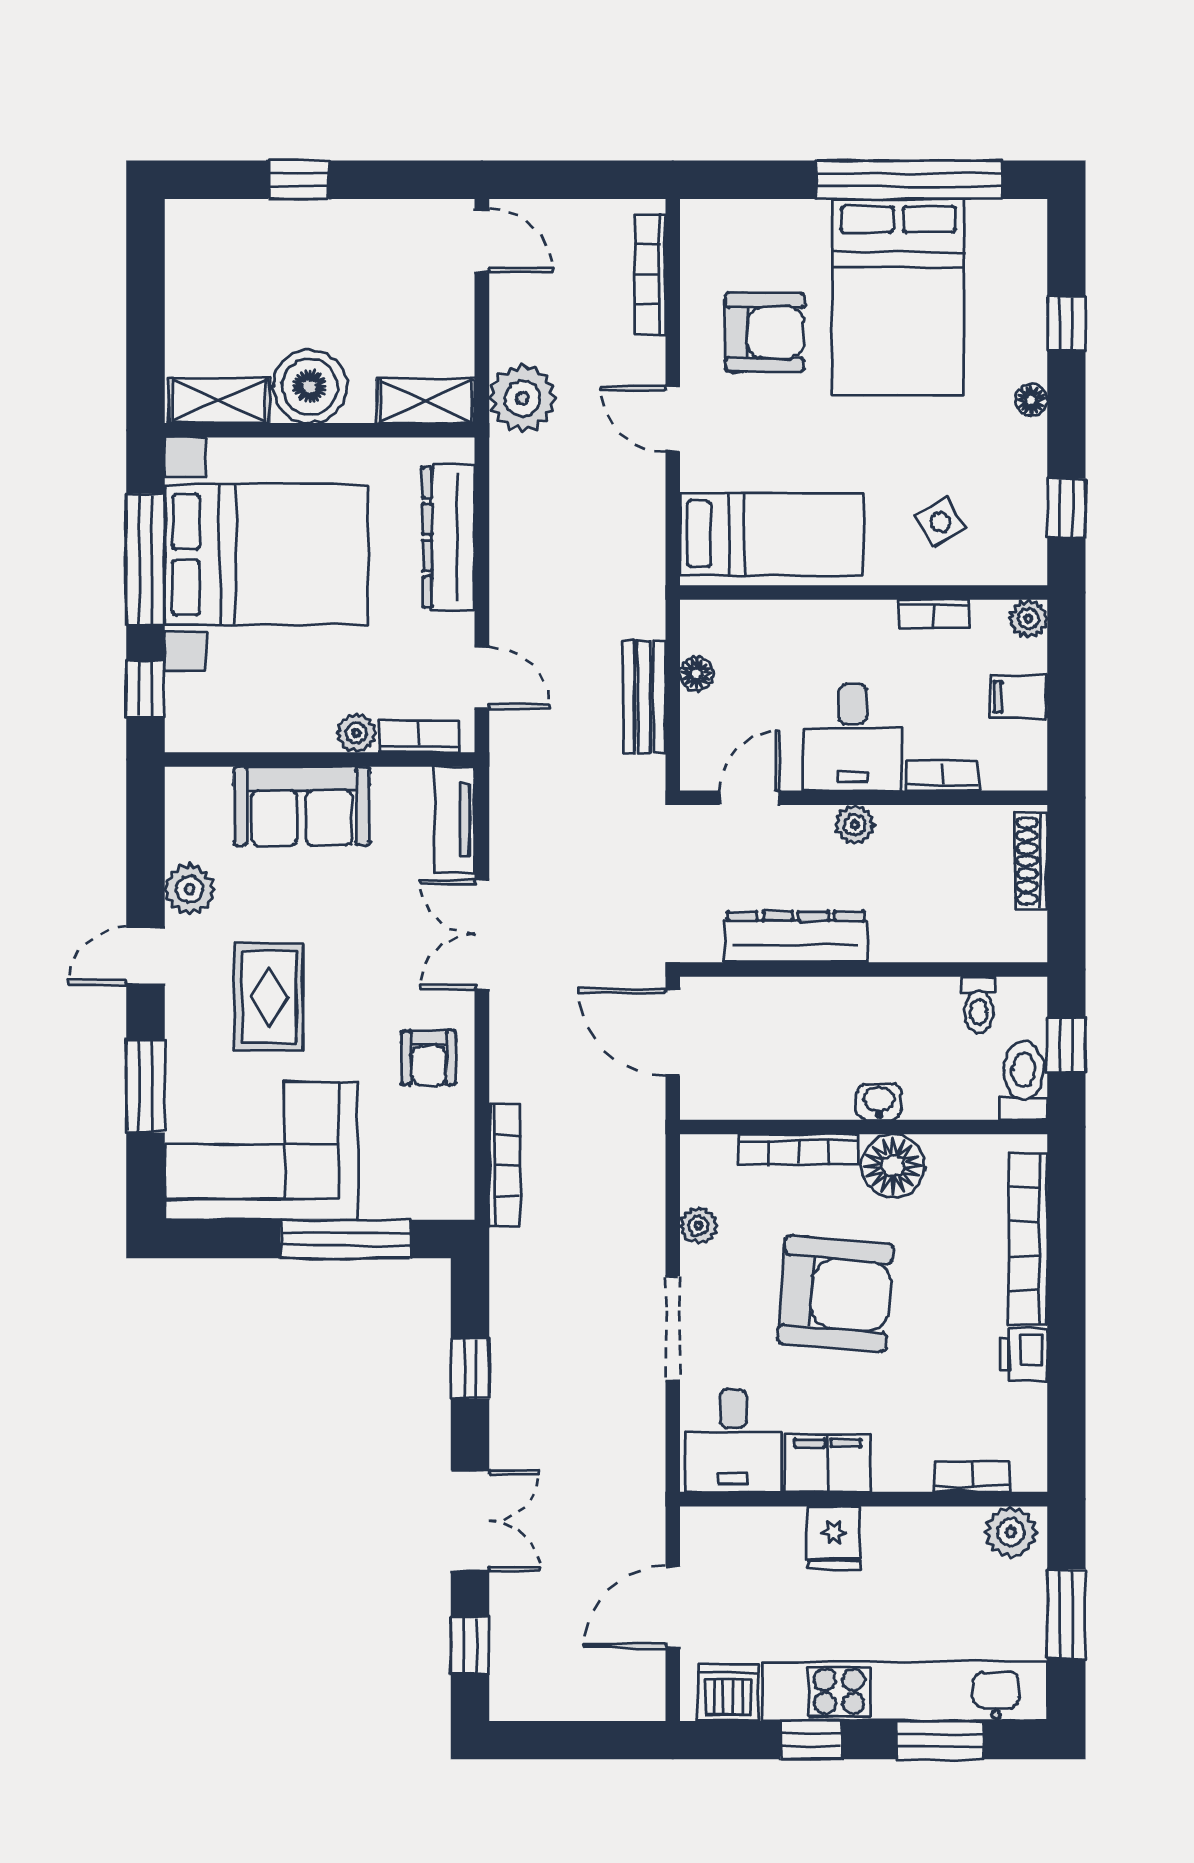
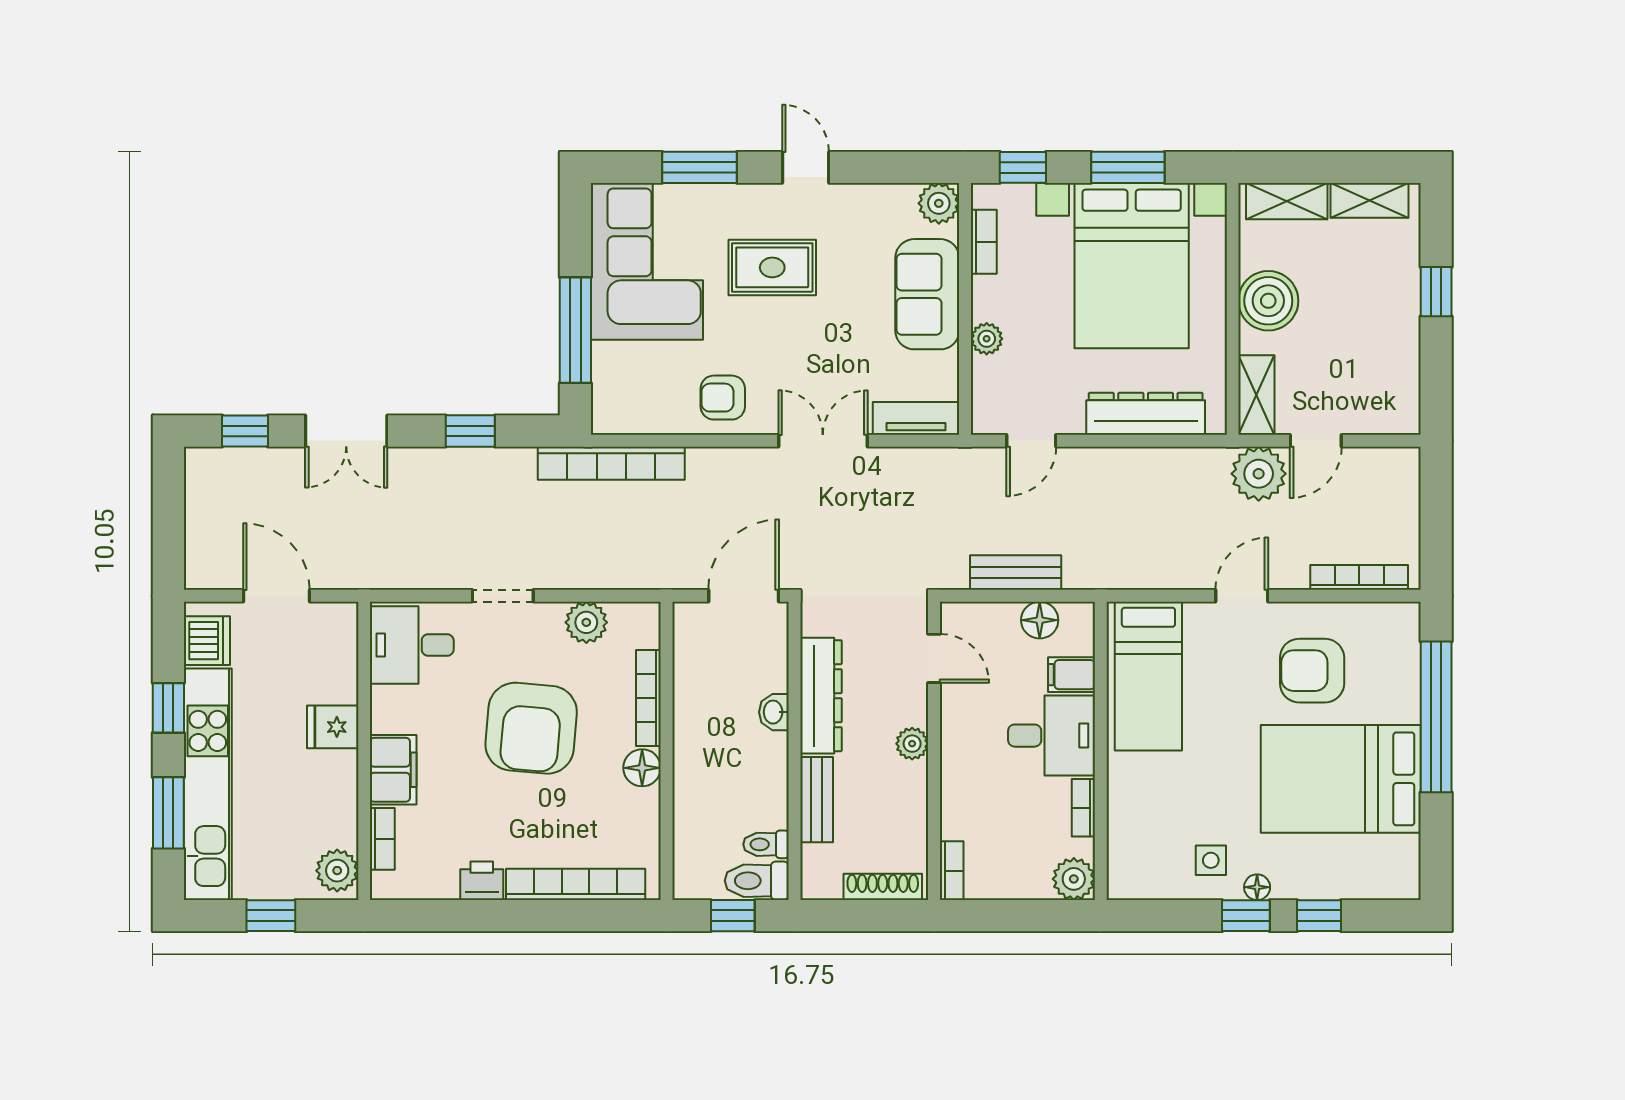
window: (909, 180) -> (1436, 717), moved
door: (482, 241) -> (1316, 441), moved
shelving: (186, 262) -> (1369, 200), added
armchair: (765, 332) -> (1312, 671), turned 90
shelving: (219, 401) -> (1287, 201), moved, turned 90
window: (1066, 508) -> (1246, 916), moved
side table: (941, 522) -> (1211, 860), moved, turned 31
window: (145, 559) -> (1128, 167), width x0.69
plant: (1028, 619) -> (1074, 879), width x1.38, depth x1.38
floor lamp: (696, 674) -> (1040, 620), width x1.37, depth x1.37
filing cabinet: (1018, 697) -> (1072, 675), moved, turned -90
bookcase: (419, 737) -> (984, 242), moved
desk: (853, 737) -> (1052, 736), moved, turned 180
bookcase: (942, 776) -> (952, 871), moved
plant: (190, 889) -> (939, 203), moved
bench: (924, 942) -> (817, 800), added
toilet: (1023, 1081) -> (757, 881), moved, turned 180
washbasin: (879, 1102) -> (774, 712), moved, turned 180
bookcase: (505, 1166) -> (611, 463), width x1.48, depth x1.31
floor lamp: (893, 1166) -> (642, 768), width x0.73, depth x0.73
plant: (699, 1226) -> (586, 622), width x1.38, depth x1.38
doorway: (673, 1329) -> (503, 596), width x0.73
filing cabinet: (828, 1463) -> (393, 770), moved
window: (1066, 1614) -> (271, 916), width x0.67

